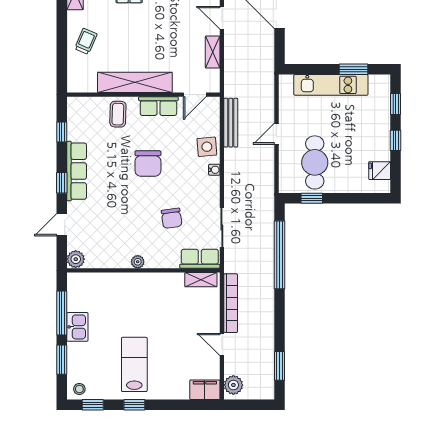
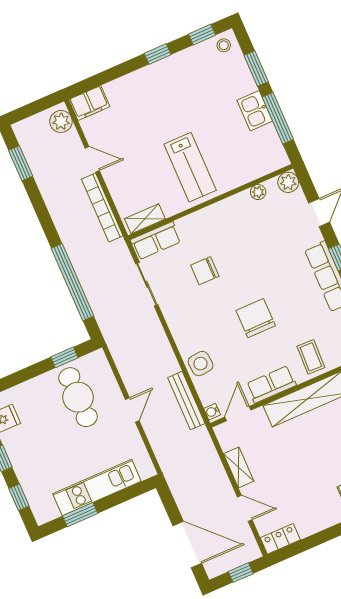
water cooler: (214, 170) -> (212, 412), moved
chair: (172, 218) -> (205, 271), turned -82
plant: (138, 262) -> (258, 192), moved
lab bench: (134, 364) -> (190, 167), moved

